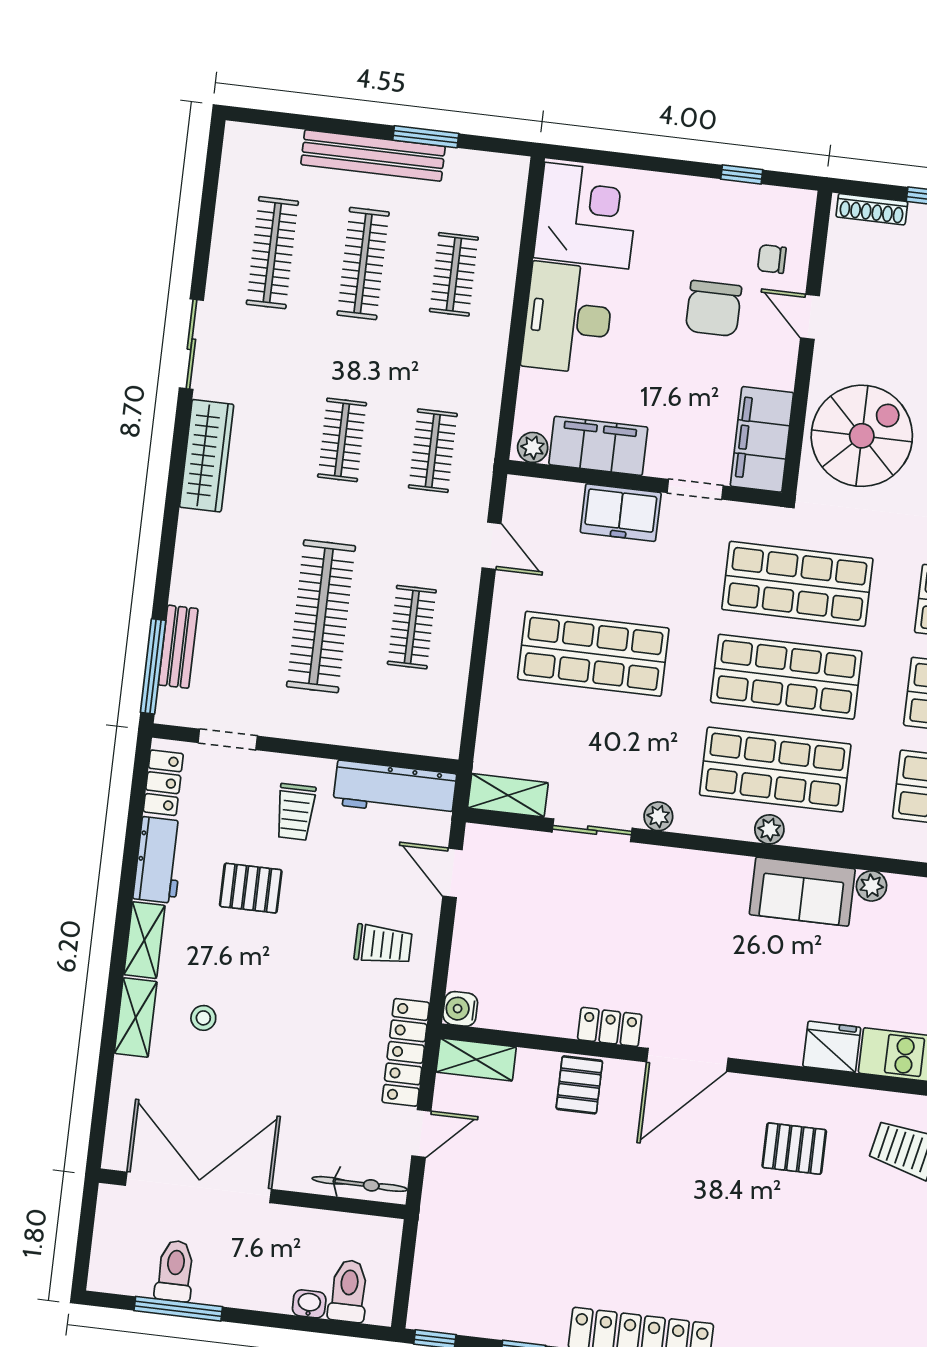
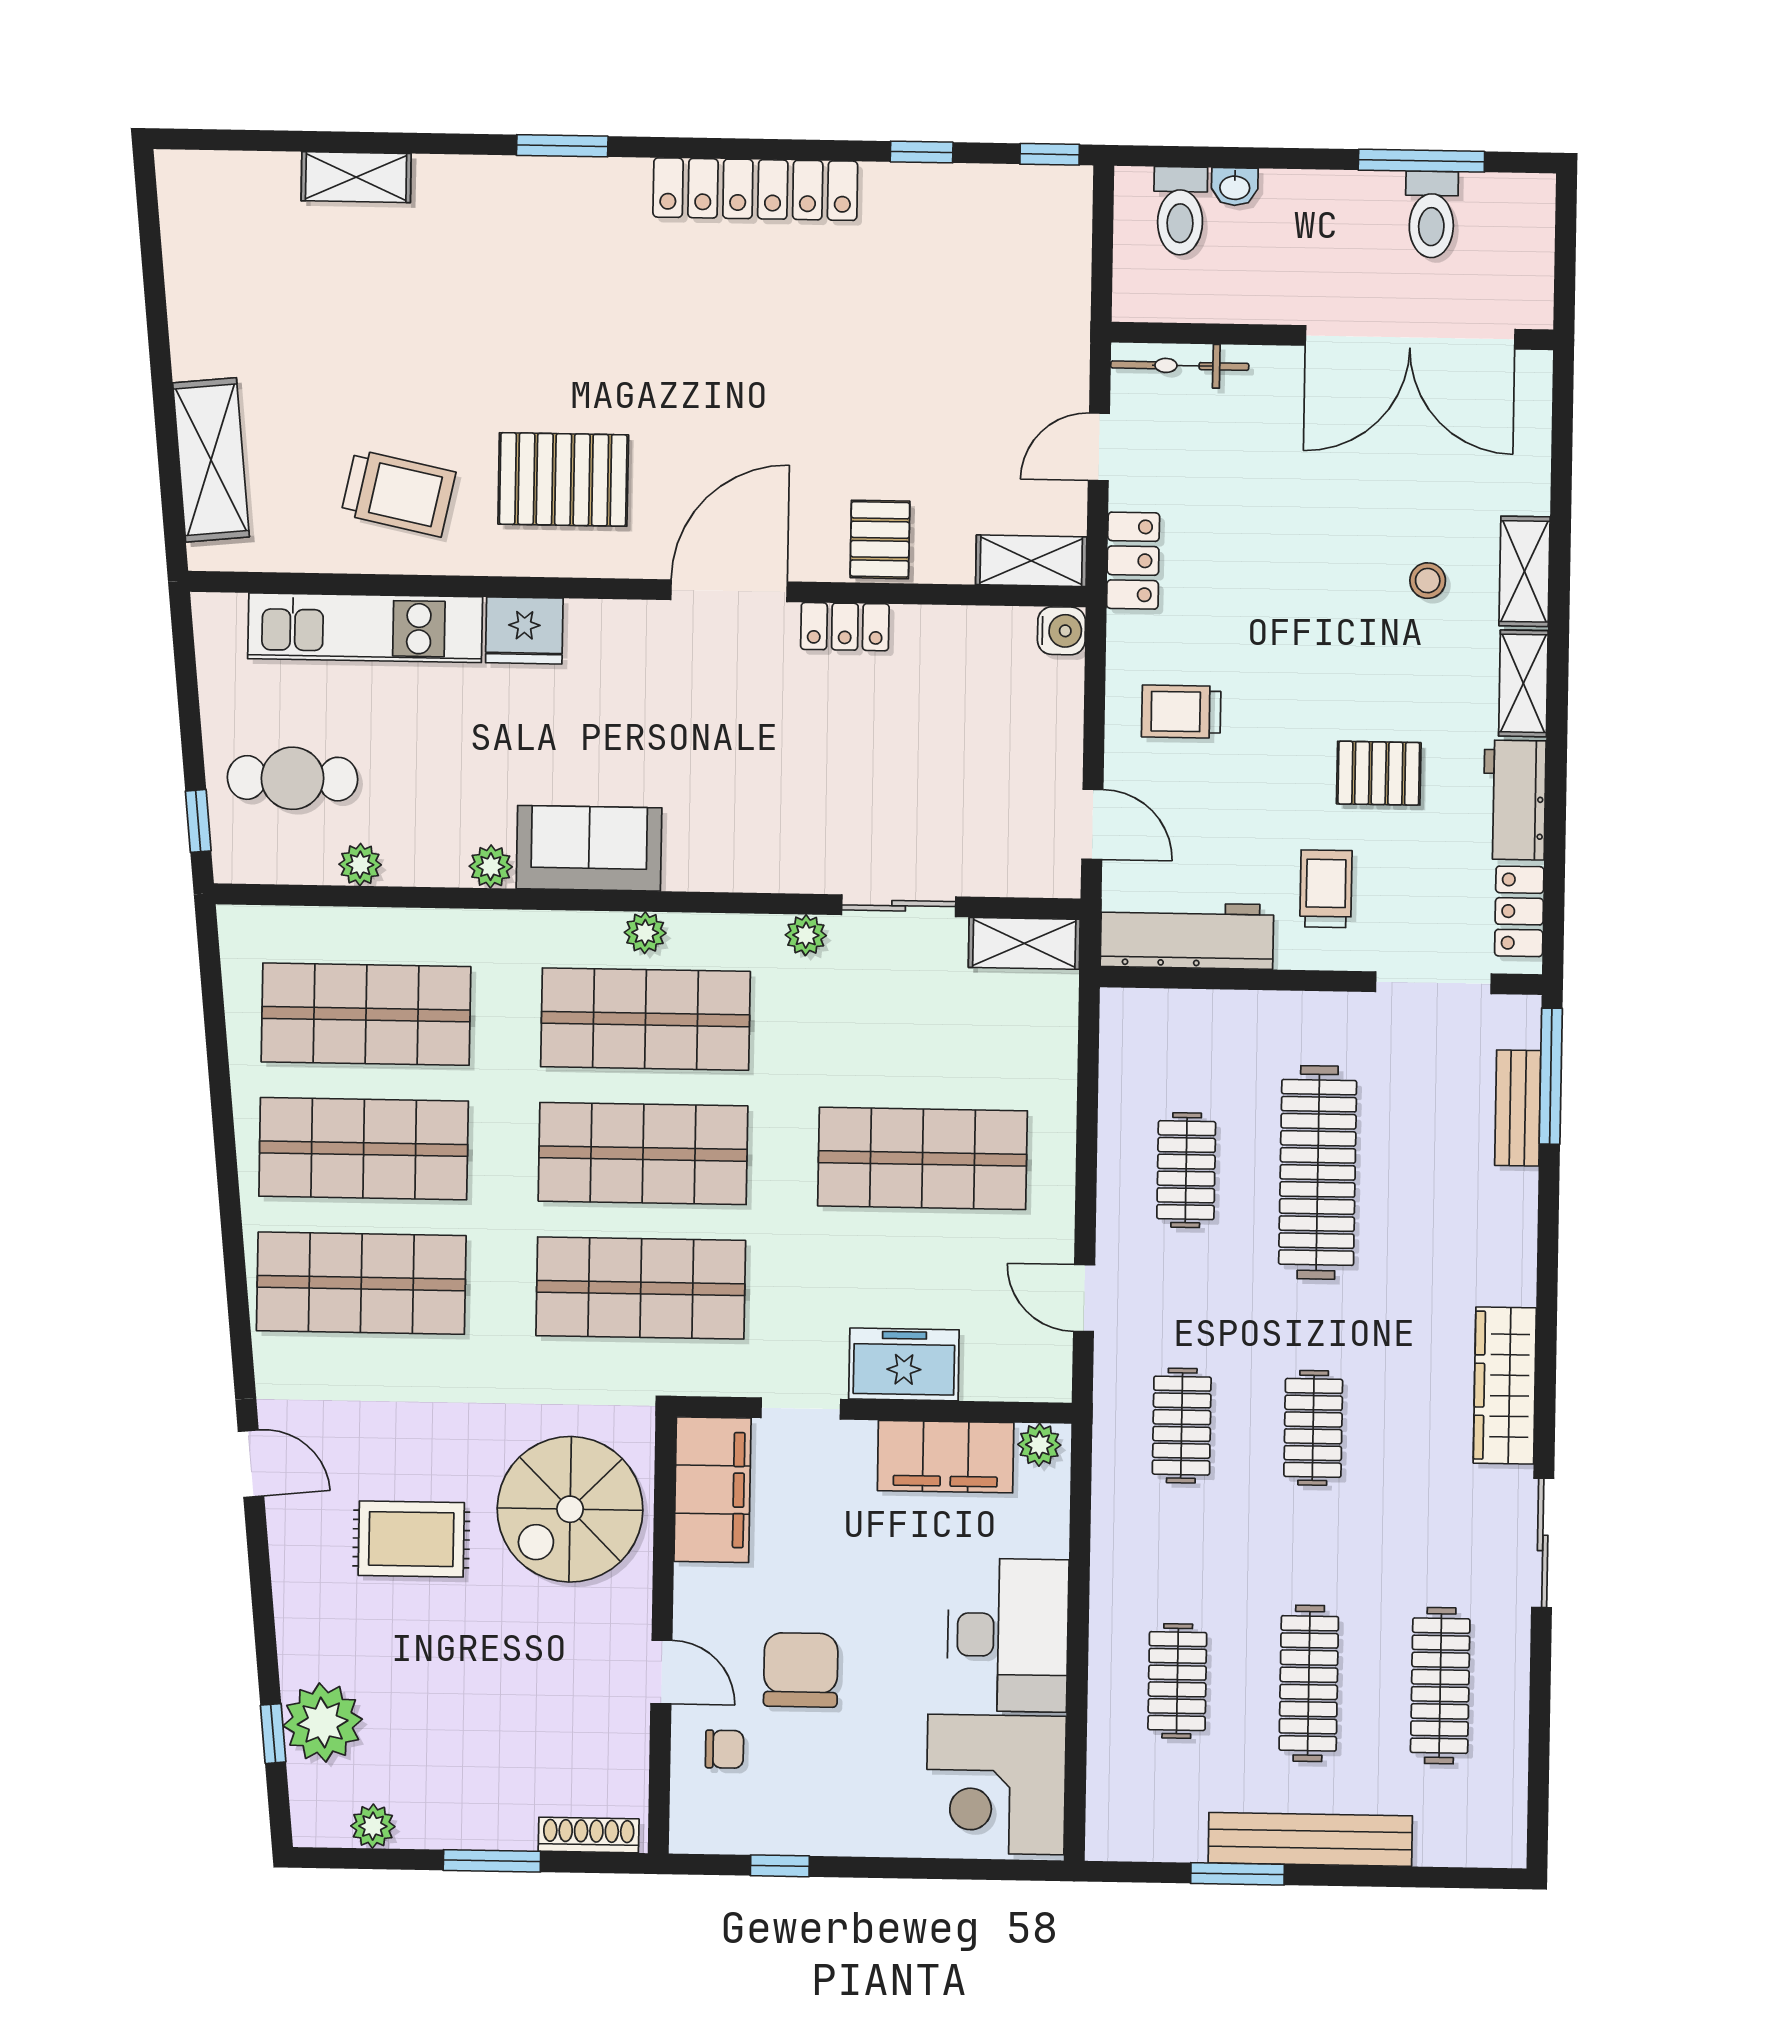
doorway: (228, 739) -> (1433, 983), width x1.38
locker: (406, 1052) -> (1133, 561), width x0.66
pallet: (794, 1149) -> (563, 479), width x1.50, depth x1.42

